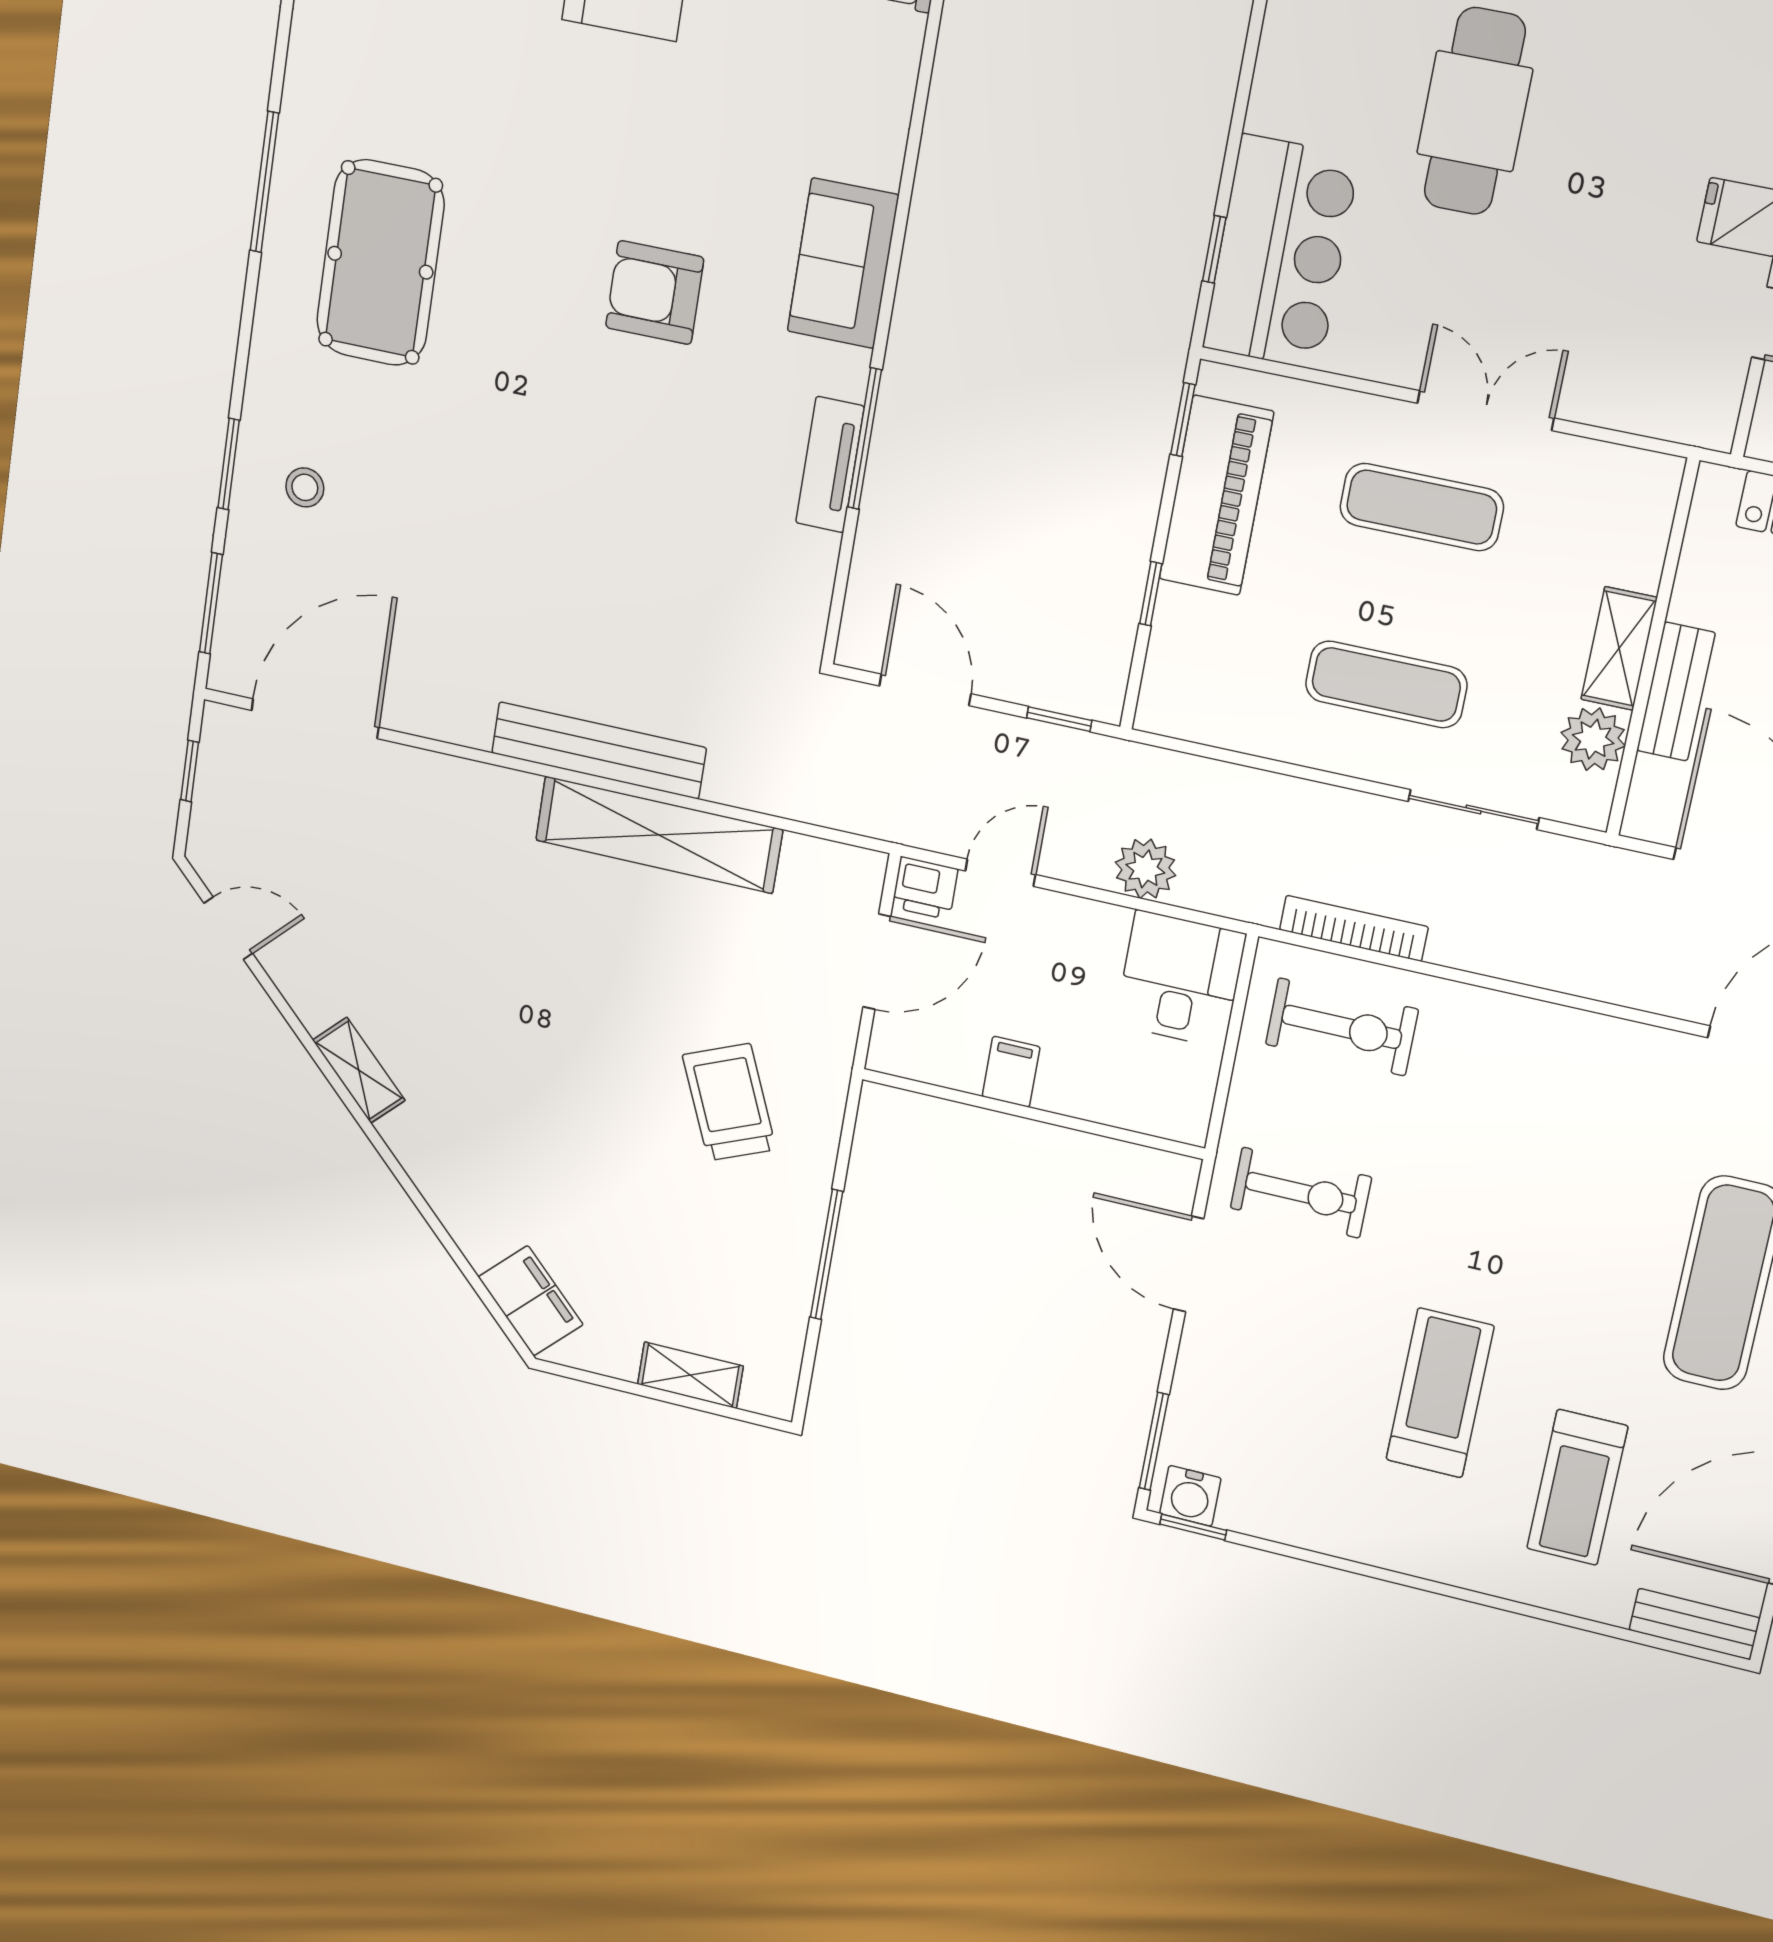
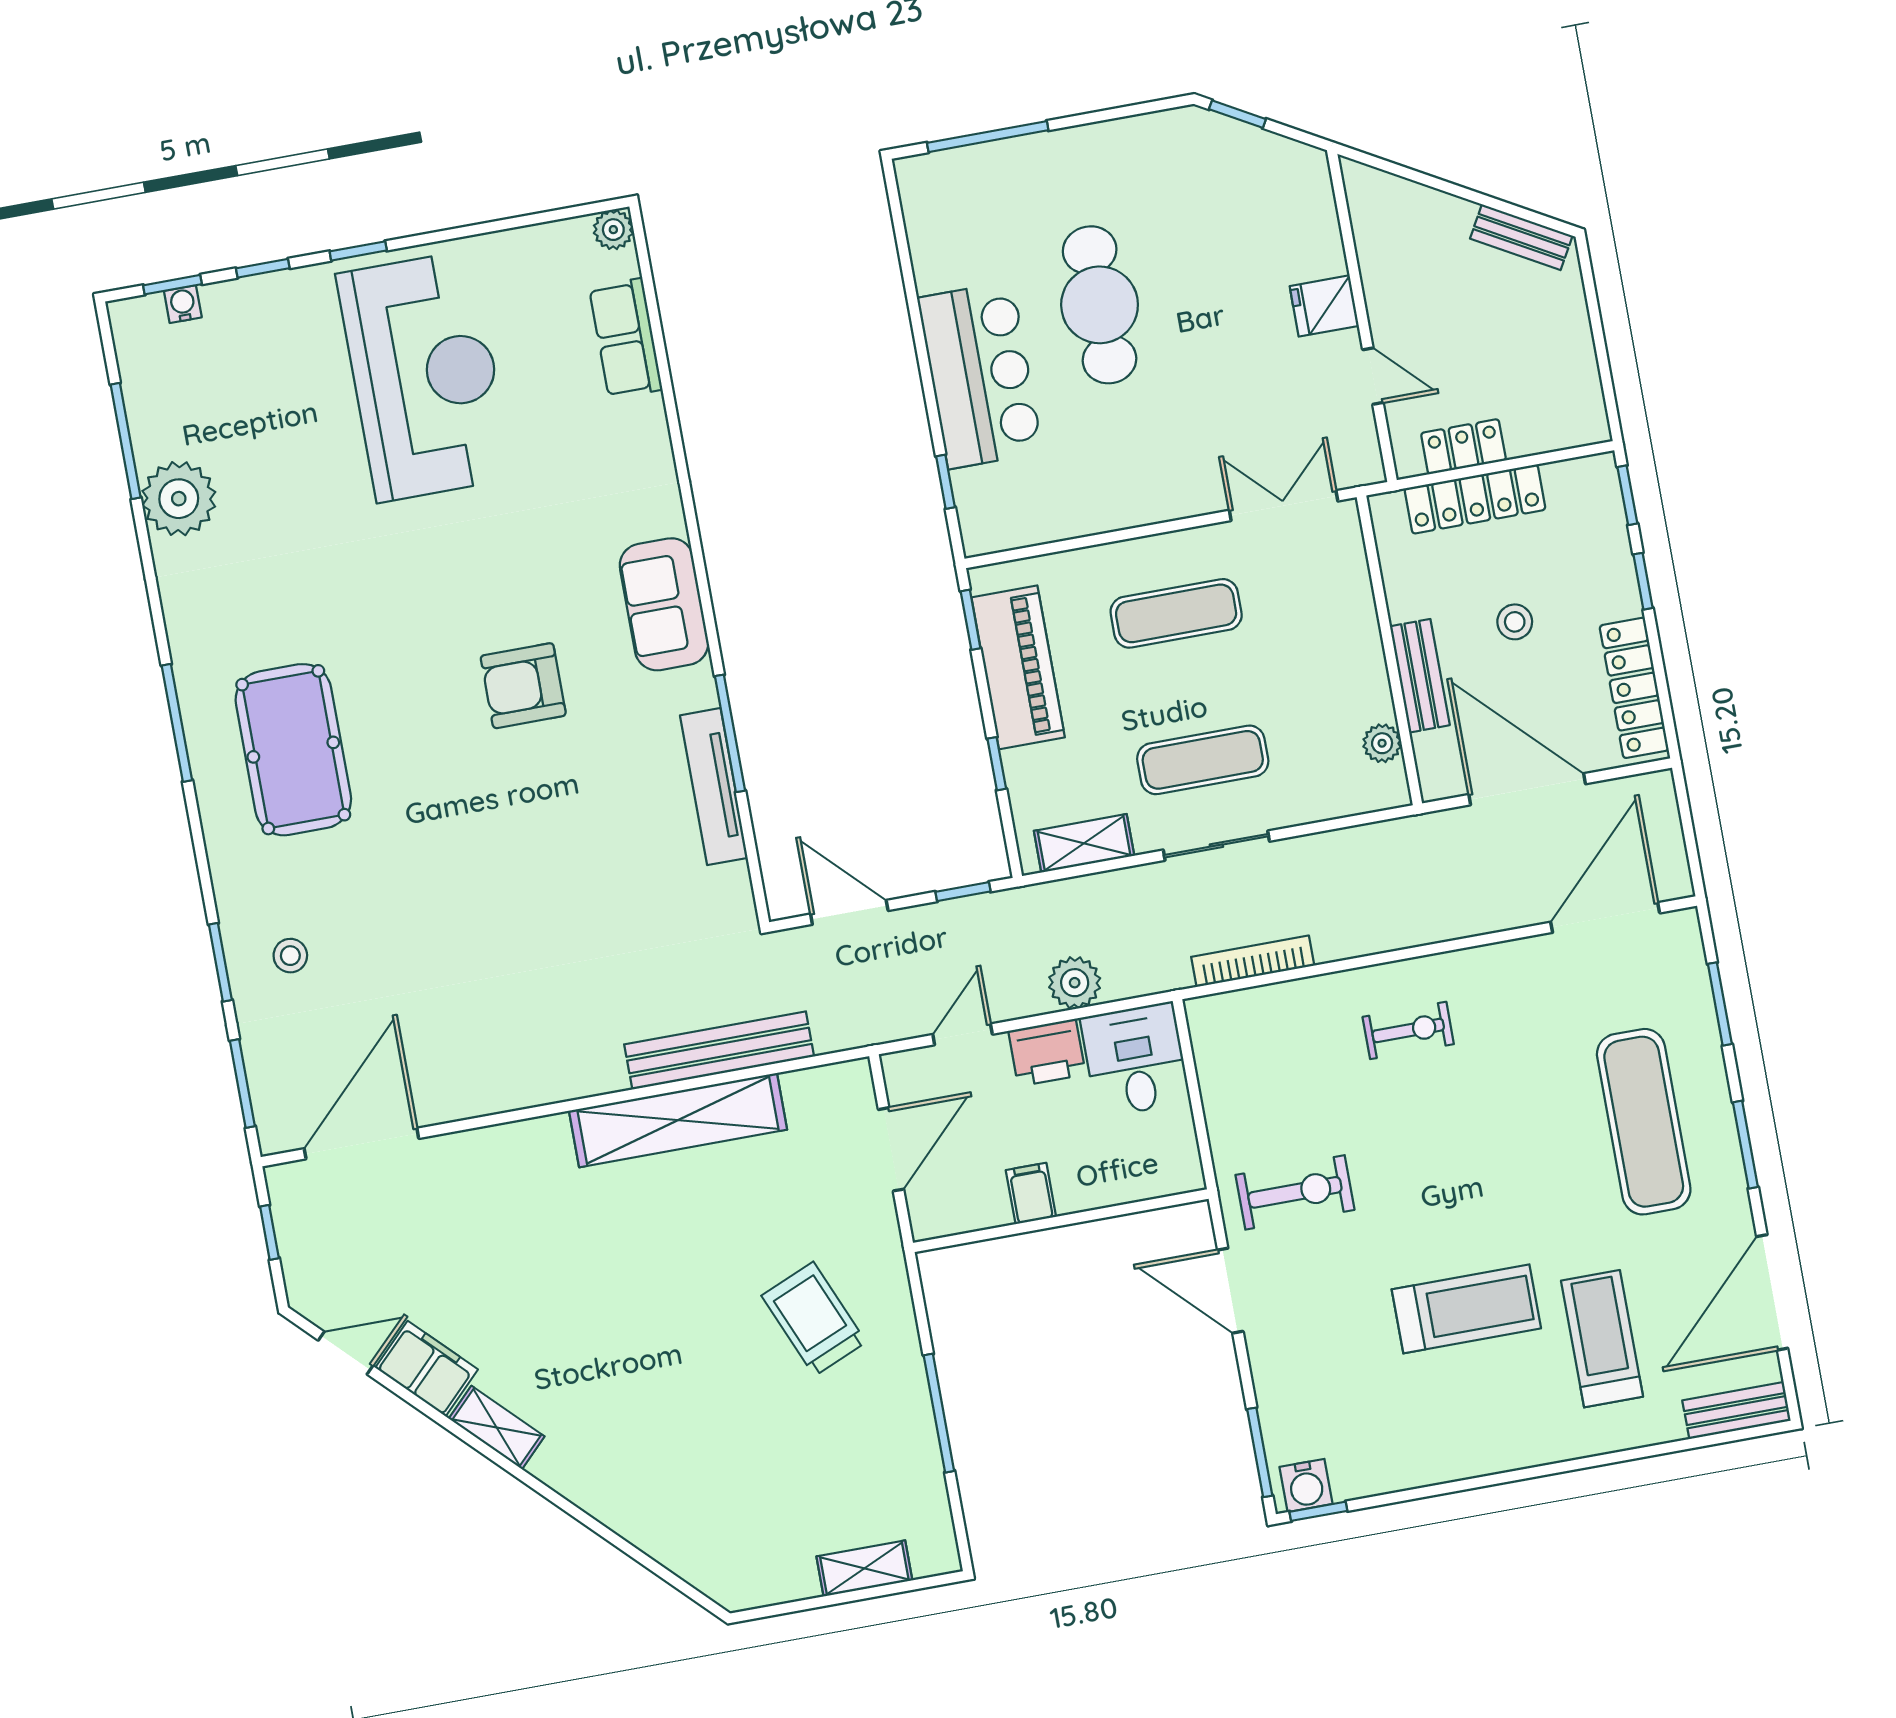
bar counter: (1281, 252) -> (980, 375), moved
double door: (1486, 411) -> (1284, 506), moved
tv unit: (830, 465) -> (714, 787), width x1.41
shelving: (1619, 648) -> (1084, 843), moved, turned 90
plant: (1593, 739) -> (1382, 743), width x0.73, depth x0.73
bench: (599, 750) -> (719, 1050), moved
sliding door: (1473, 810) -> (1216, 846), moved
printer: (925, 888) -> (1047, 1053), moved, width x1.36, depth x1.24
exercise bike: (1342, 1027) -> (1408, 1030), moved, width x0.73, depth x0.72
filing cabinet: (531, 1301) -> (427, 1369), moved
treadmill: (1440, 1393) -> (1466, 1309), turned 90
treadmill: (1577, 1487) -> (1602, 1339), turned 180

